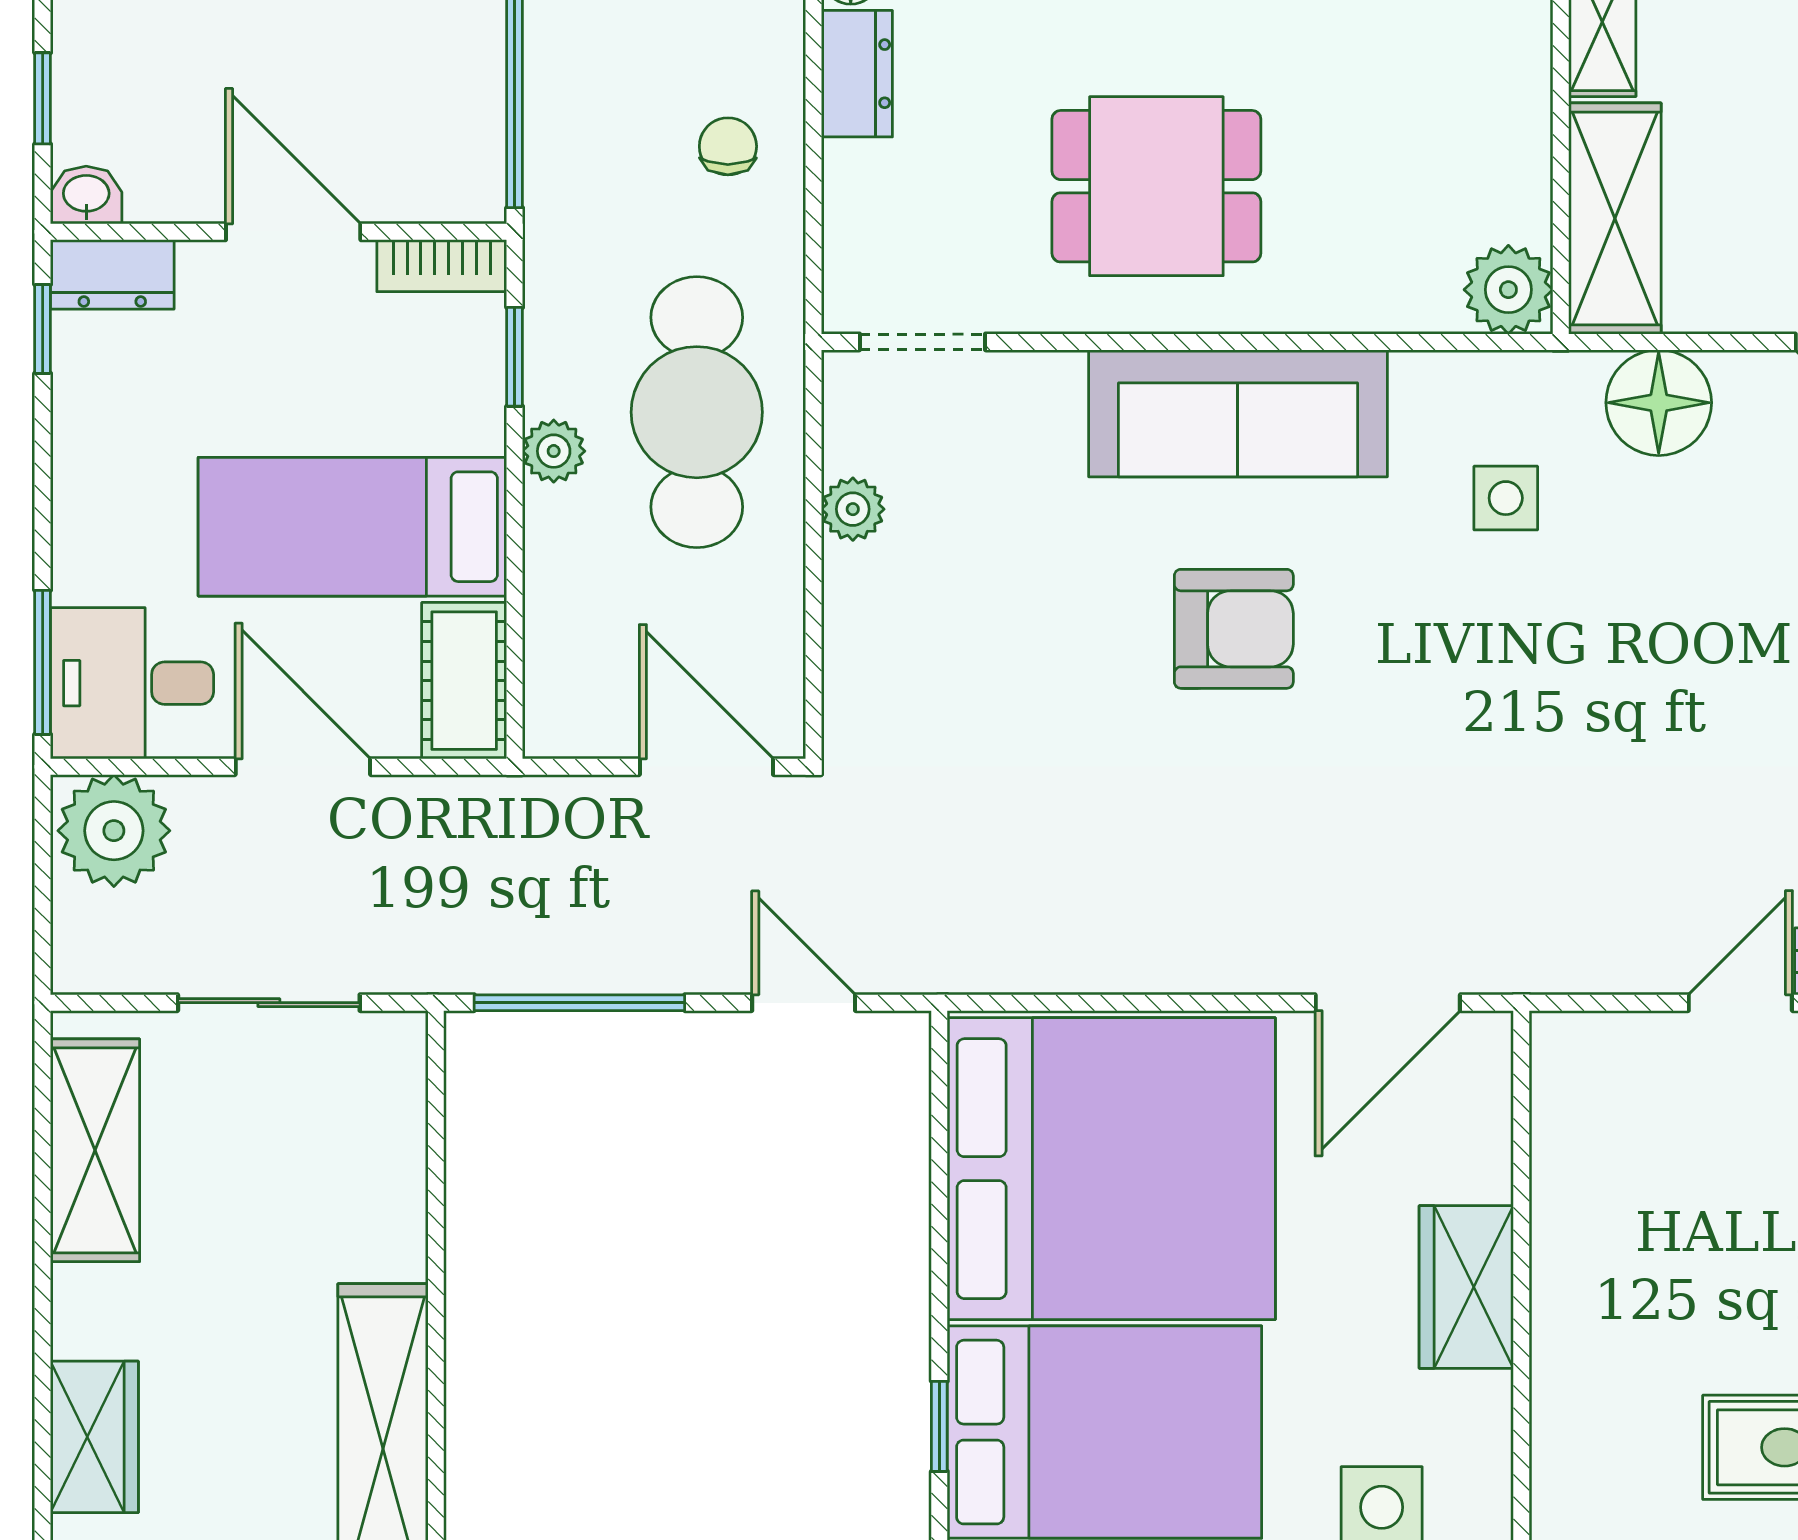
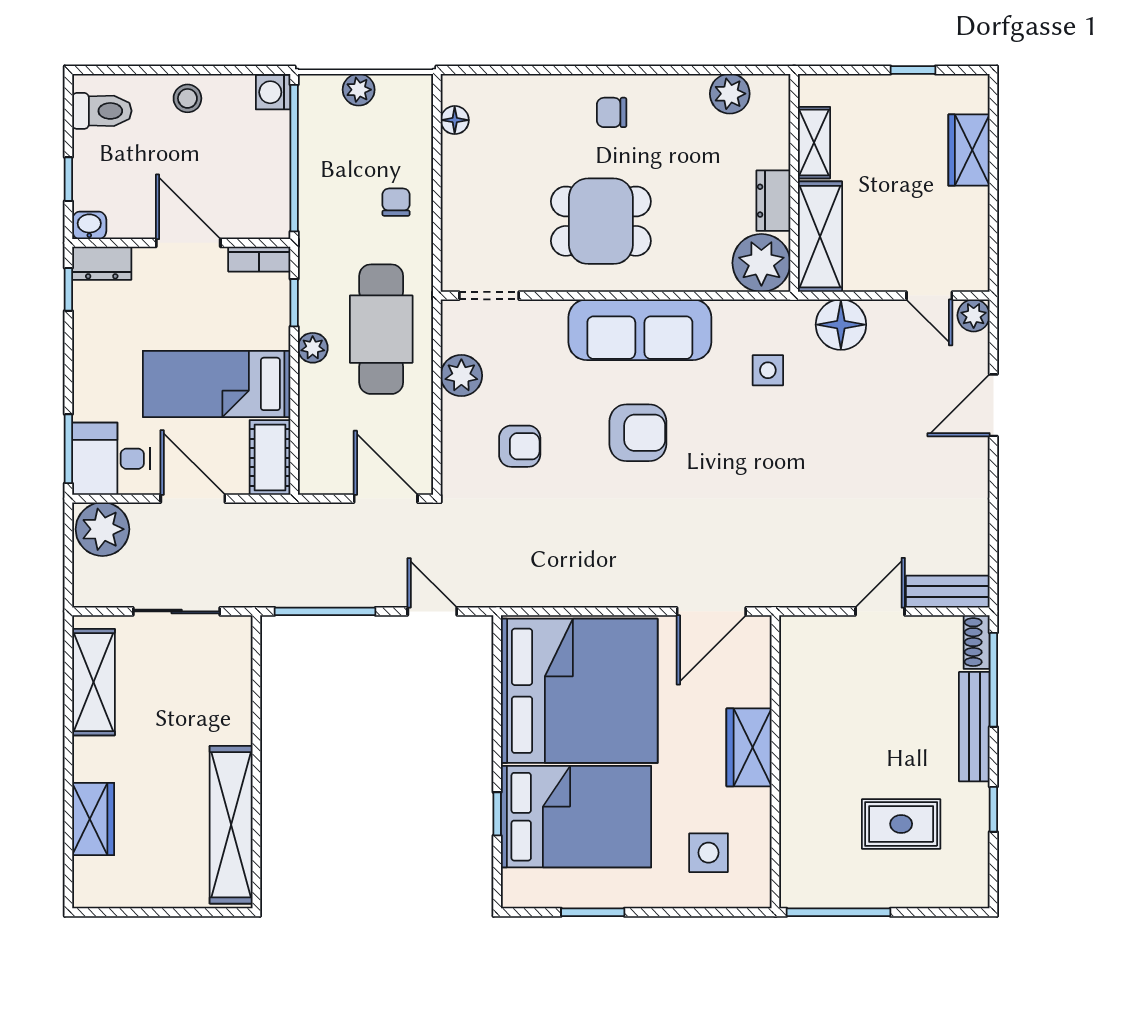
dresser: (857, 74) -> (773, 201), moved, turned 180
plant: (1508, 290) -> (761, 263), width x1.36, depth x1.36
plant: (853, 509) -> (461, 376), width x1.38, depth x1.38
armchair: (987, 657) -> (520, 446), added

